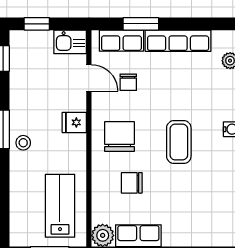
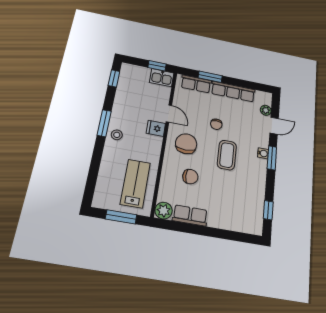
window: (37, 24) -> (157, 66), moved
door: (89, 78) -> (169, 113), moved
chair: (128, 82) -> (216, 124), moved
chair: (132, 183) -> (190, 177), turned 180

